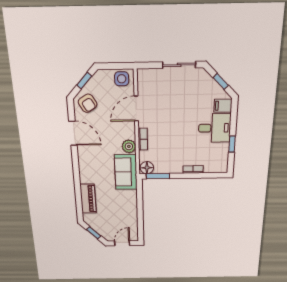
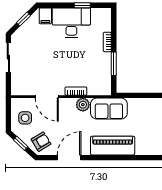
side table: (122, 79) -> (25, 118), moved
desk: (215, 128) -> (71, 23), width x1.37
floor lamp: (147, 168) -> (105, 88), removed
window: (158, 176) -> (114, 64), moved
piano: (88, 199) -> (113, 146), moved, width x1.37, depth x1.33

